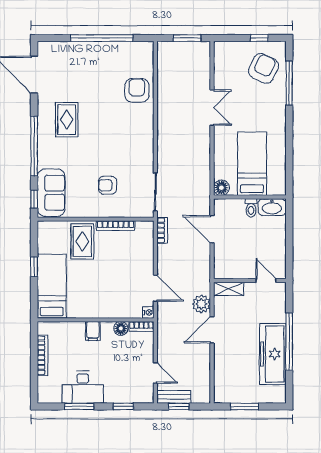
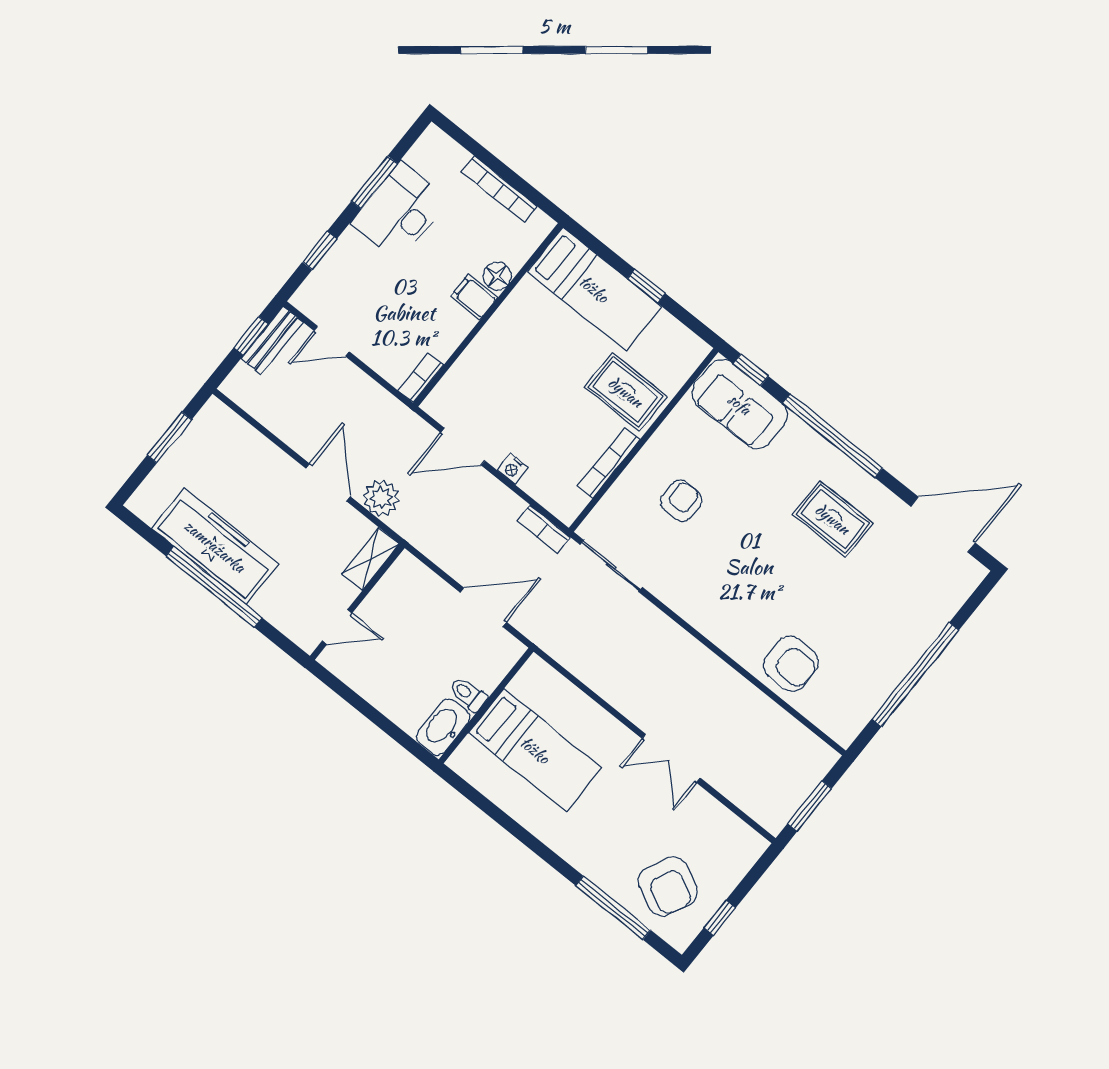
floor lamp: (221, 188) -> (536, 673), removed
nightstand: (148, 312) -> (512, 469), moved
floor lamp: (121, 328) -> (497, 276), moved

